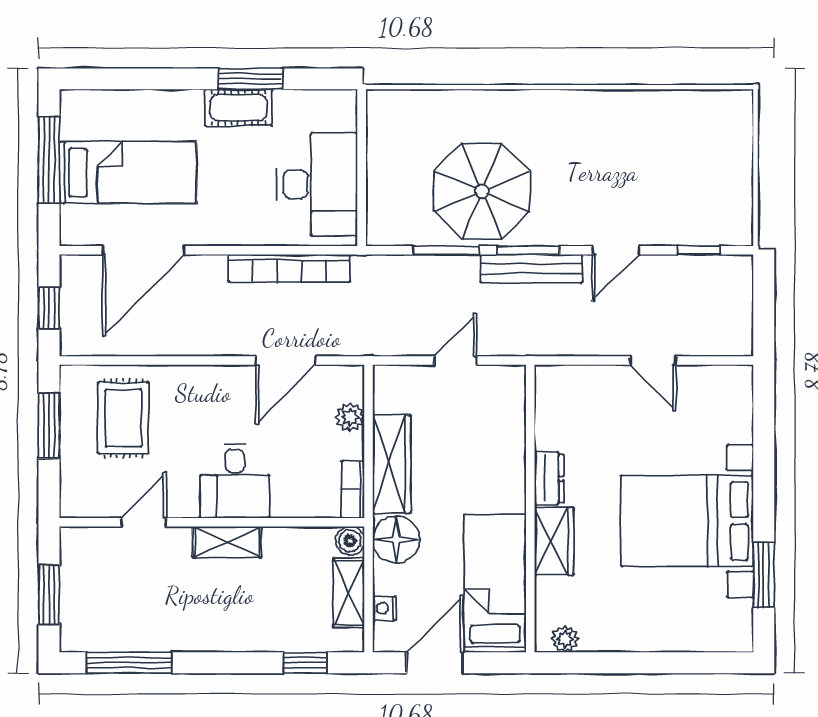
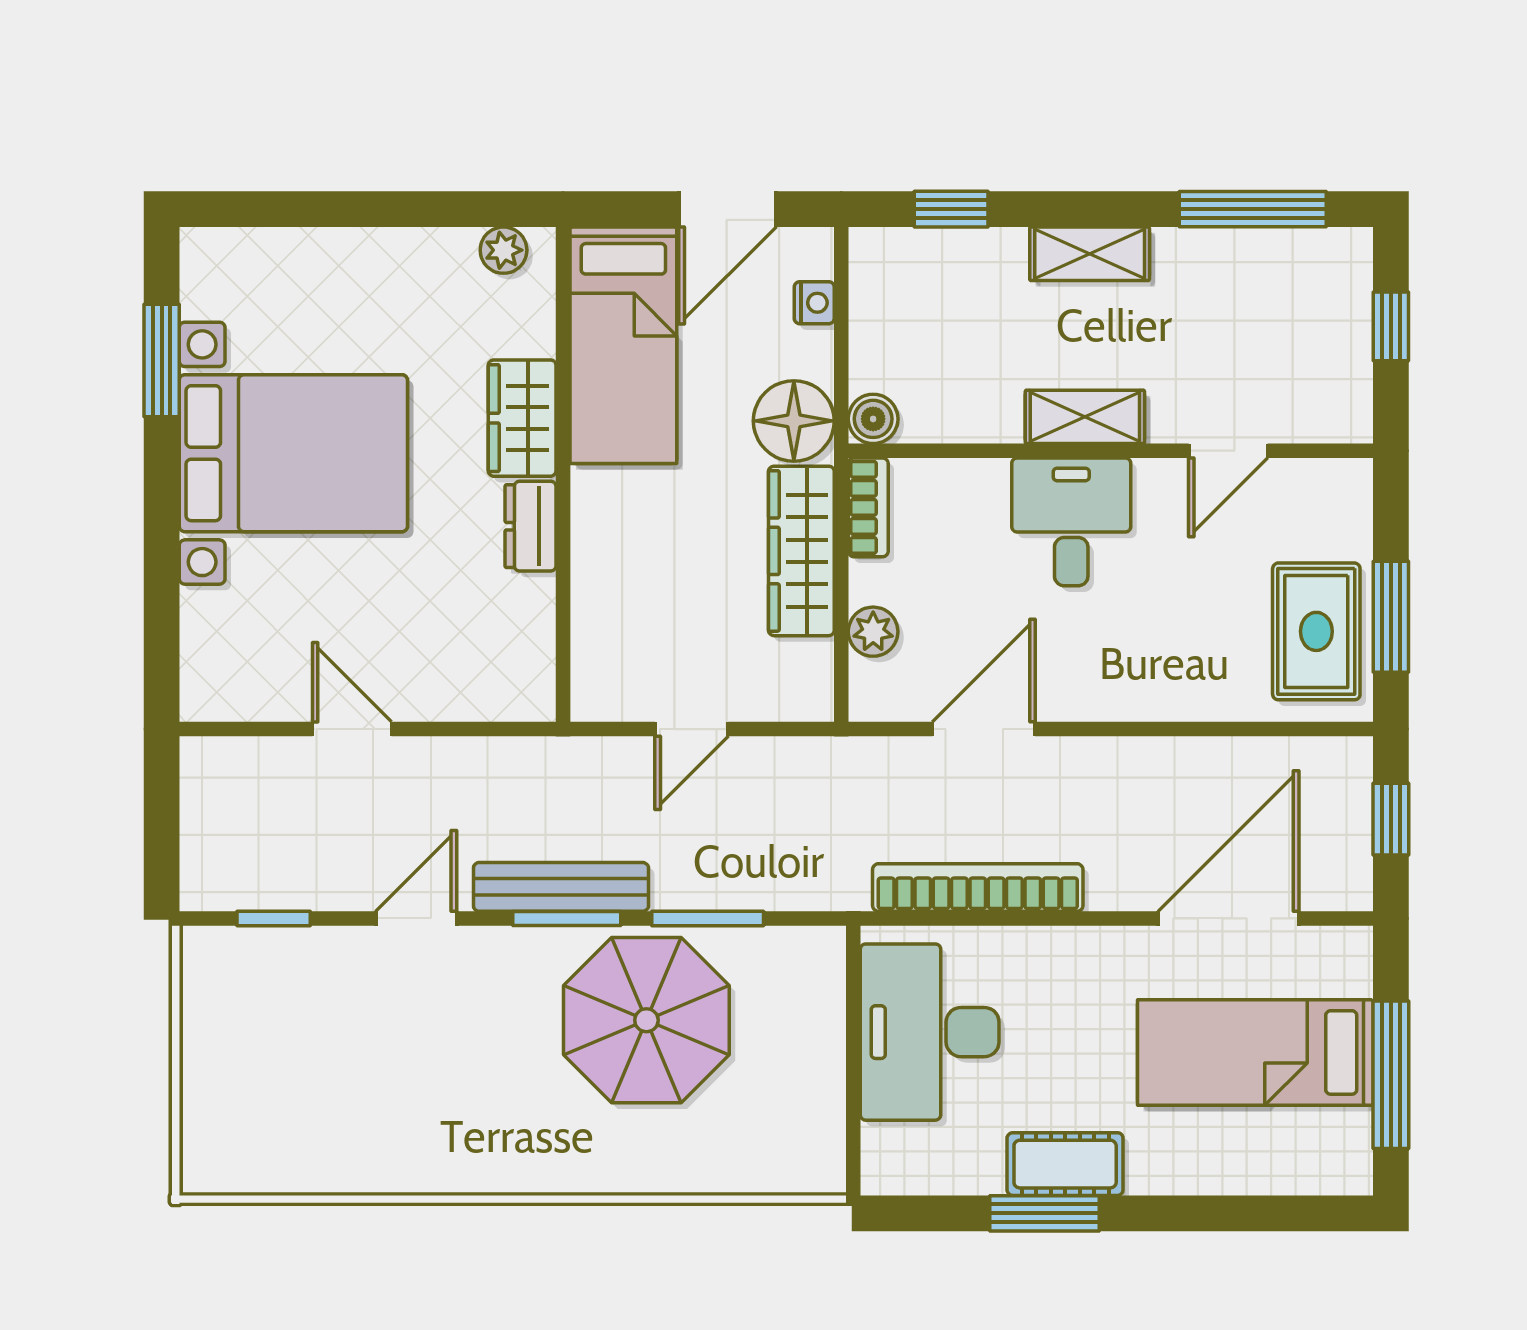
rug: (123, 418) -> (1316, 631), moved
shelving: (349, 593) -> (1090, 254), moved, turned 90
window: (49, 595) -> (1391, 326), width x0.67

